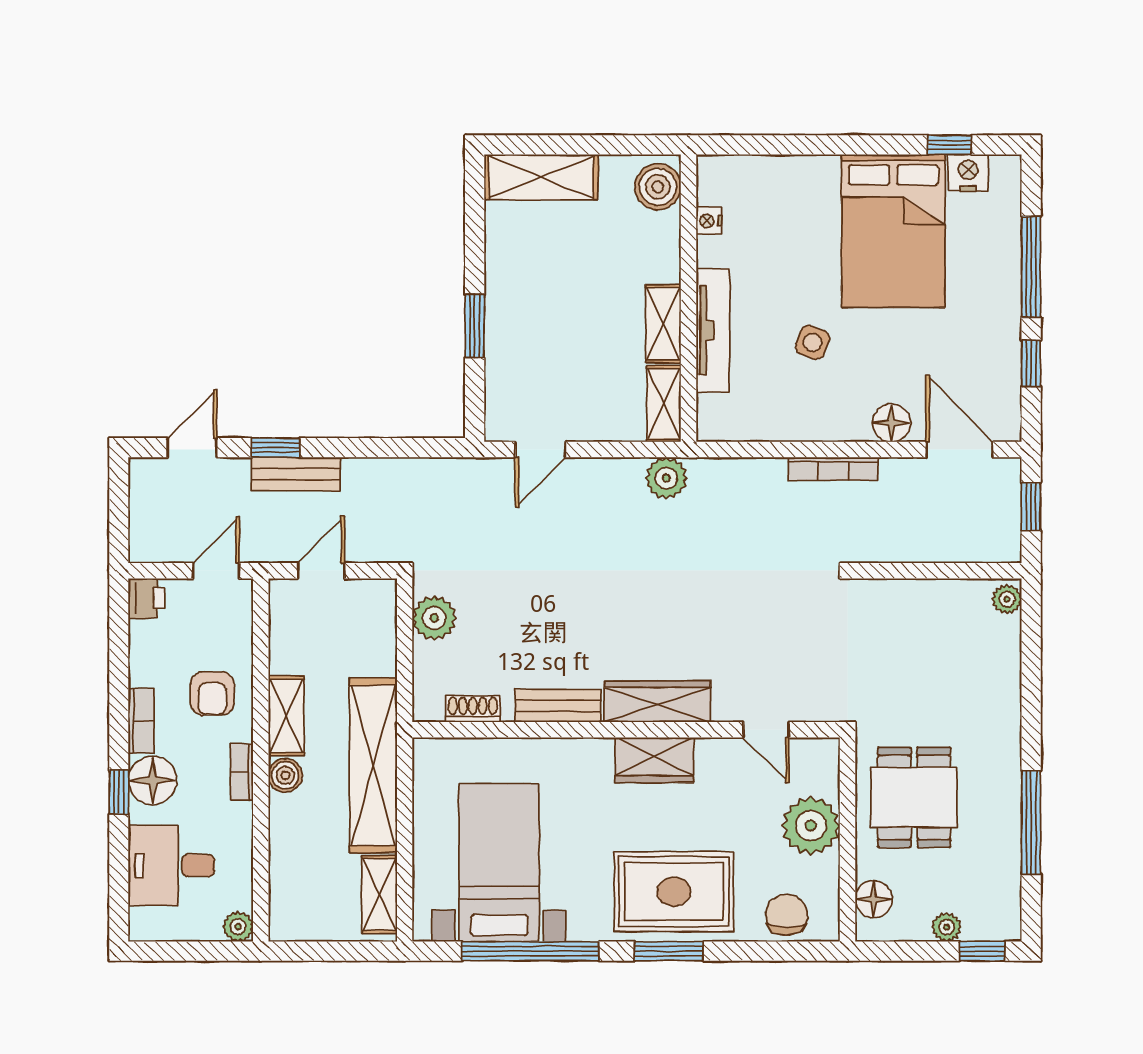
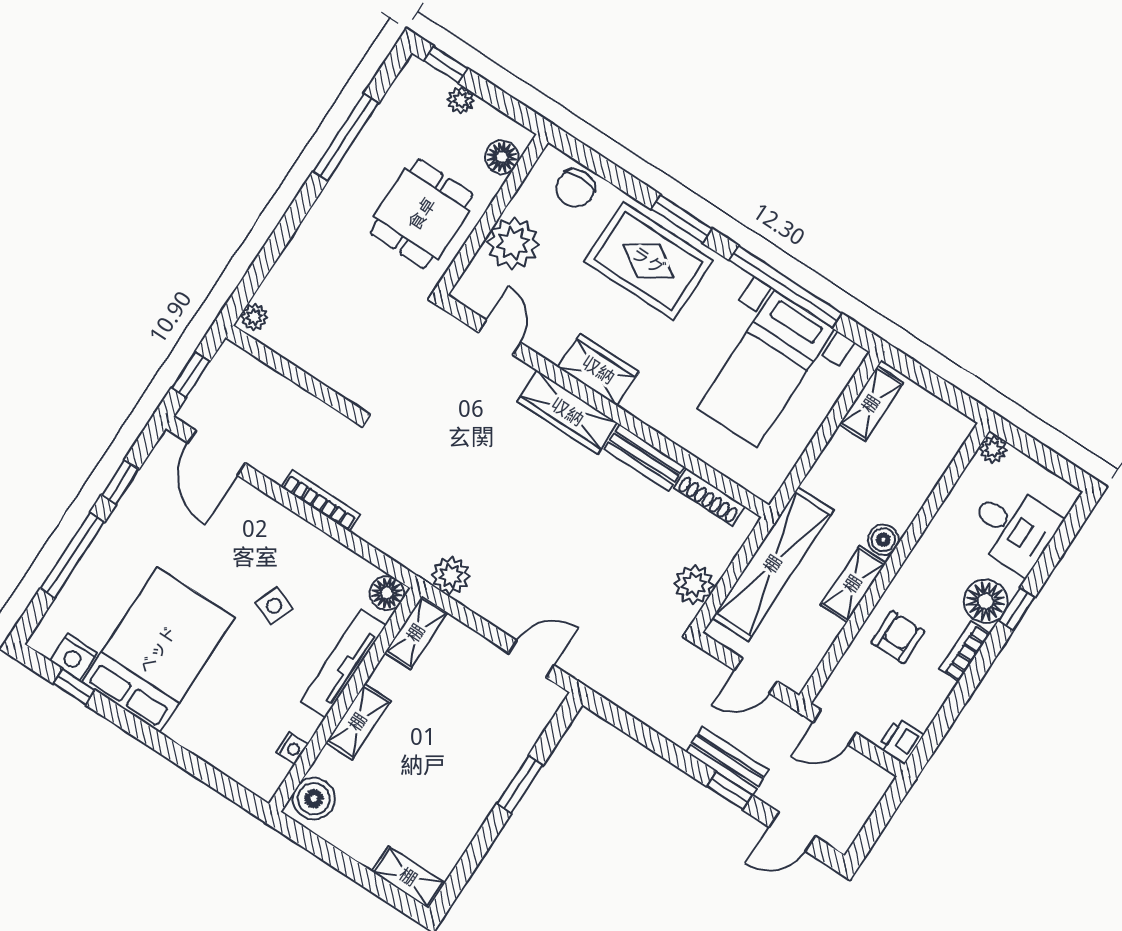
shelving: (541, 177) -> (408, 877), width x0.67, depth x0.75
shelving: (663, 324) -> (358, 722), moved
floor lamp: (891, 423) -> (387, 593), moved
shoe rack: (473, 709) -> (710, 497), width x1.43
shelving: (373, 765) -> (773, 564), moved
bookcase: (242, 772) -> (914, 563), removed

